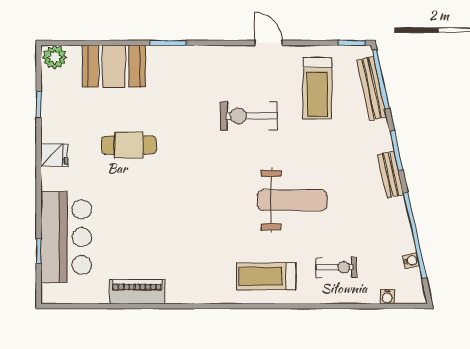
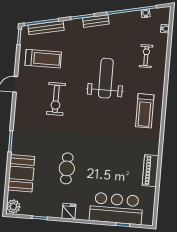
treadmill: (266, 276) -> (145, 111), moved

